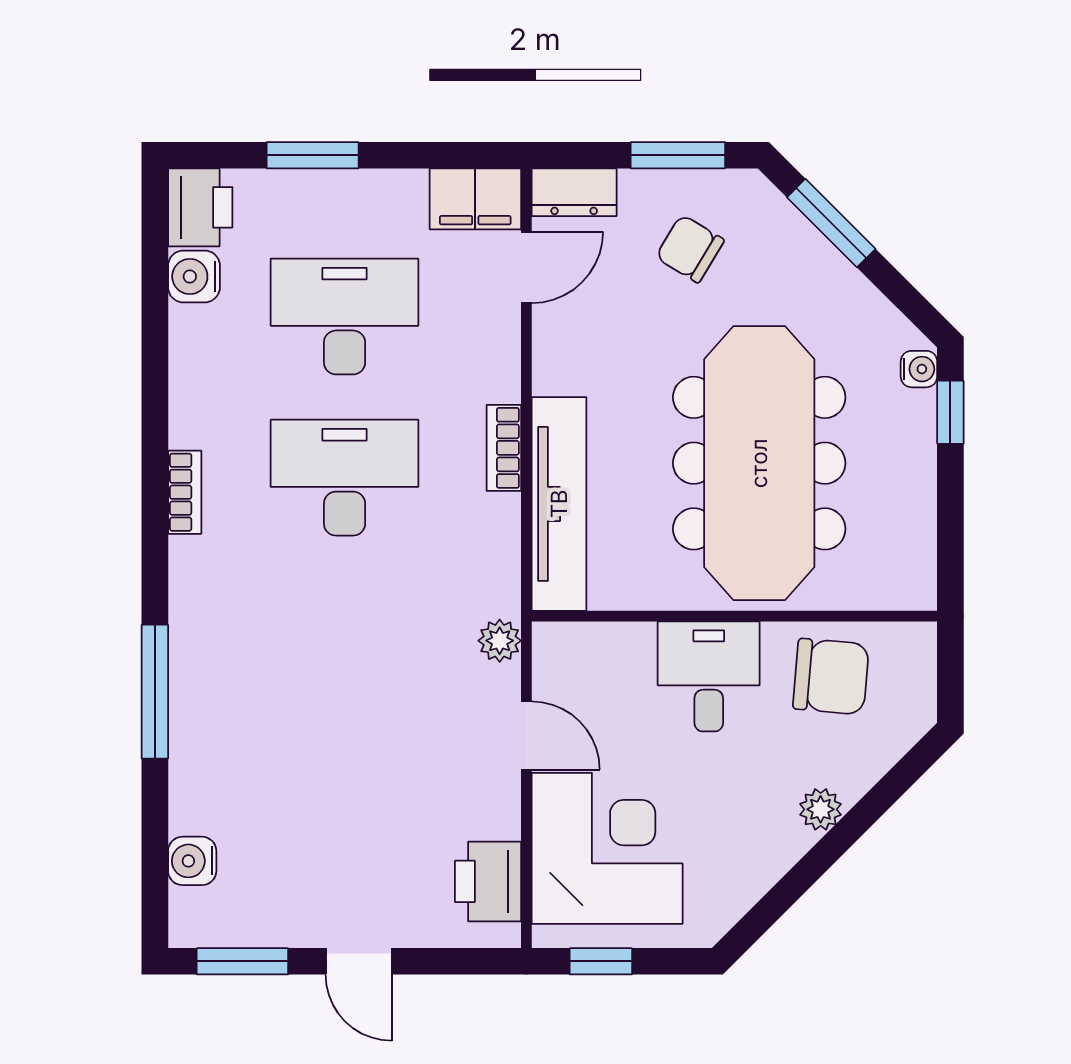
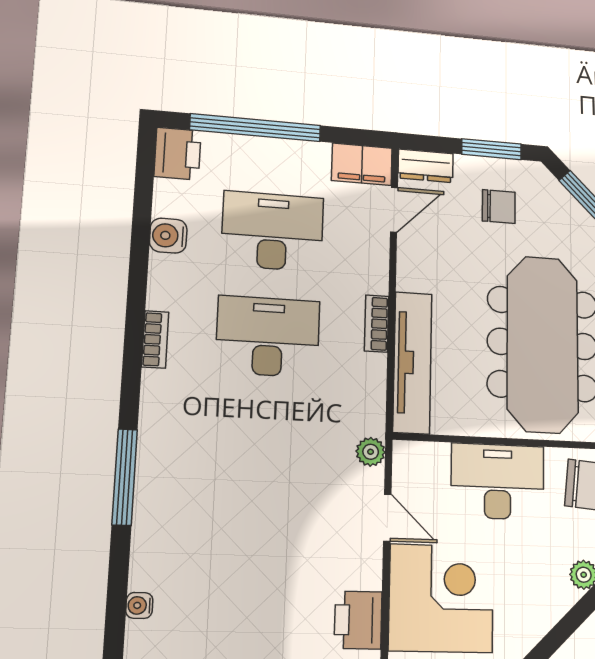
window: (313, 155) -> (256, 128), width x2.11
chair: (690, 249) -> (499, 207), turned 149
water cooler: (194, 276) -> (168, 236), moved
desk: (709, 676) -> (498, 481), width x1.37
water cooler: (192, 861) -> (139, 605), width x0.72, depth x0.72

